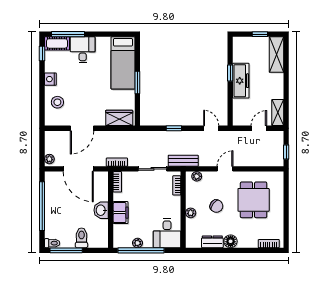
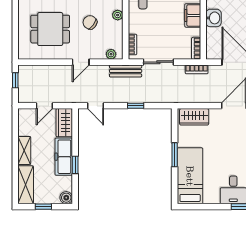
boiler: (239, 42) -> (66, 198), added
wardrobe: (240, 112) -> (64, 123), added
shelving: (278, 113) -> (24, 150), moved
dining table: (254, 200) -> (50, 29), turned 90

